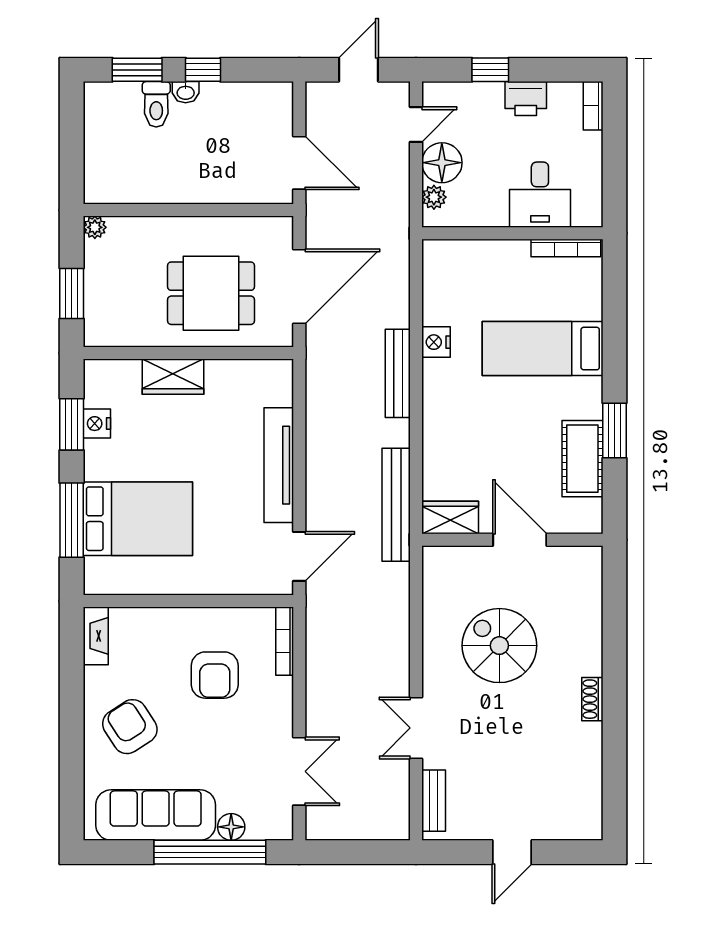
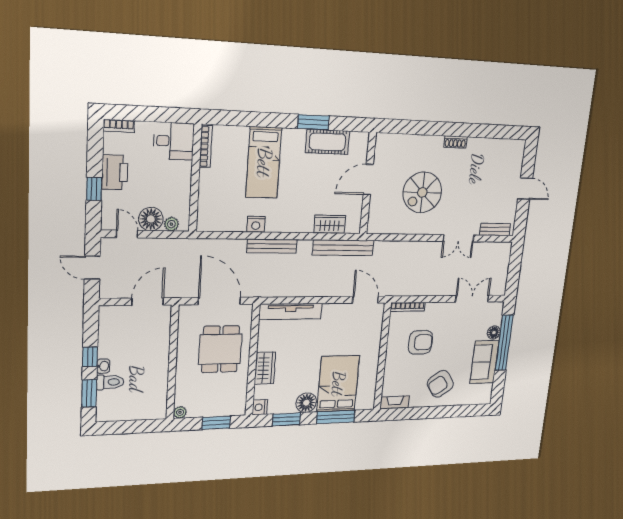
printer: (526, 98) -> (115, 172), width x1.37, depth x1.19
desk: (540, 195) -> (174, 141), moved
nightstand: (97, 424) -> (260, 407), moved, turned 90
floor lamp: (103, 460) -> (306, 403), added
tv unit: (279, 465) -> (291, 311), moved
wardrobe: (450, 518) -> (330, 224), moved, turned 90
sofa: (156, 815) -> (484, 362), width x0.73

